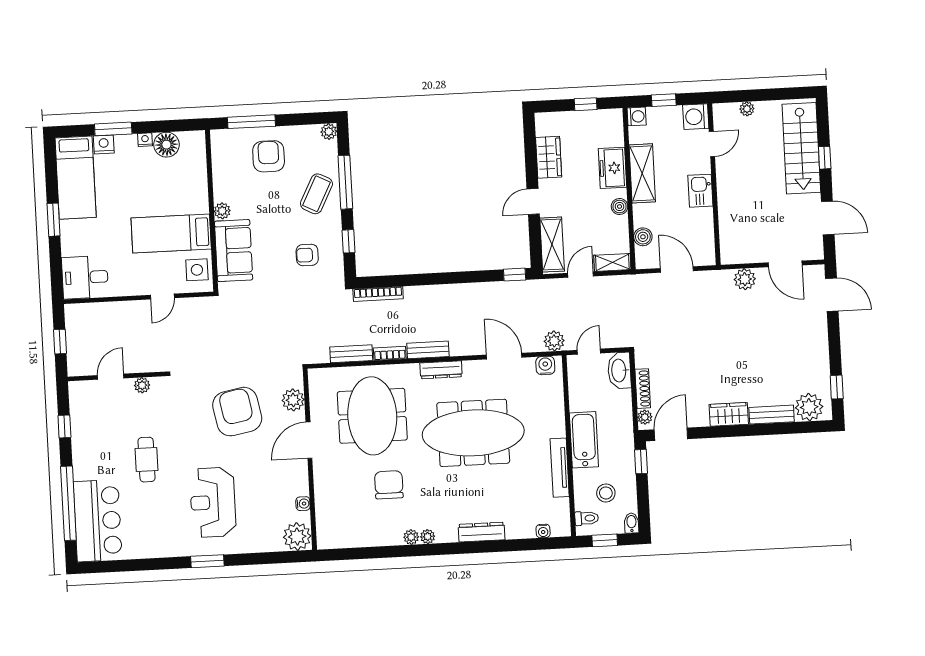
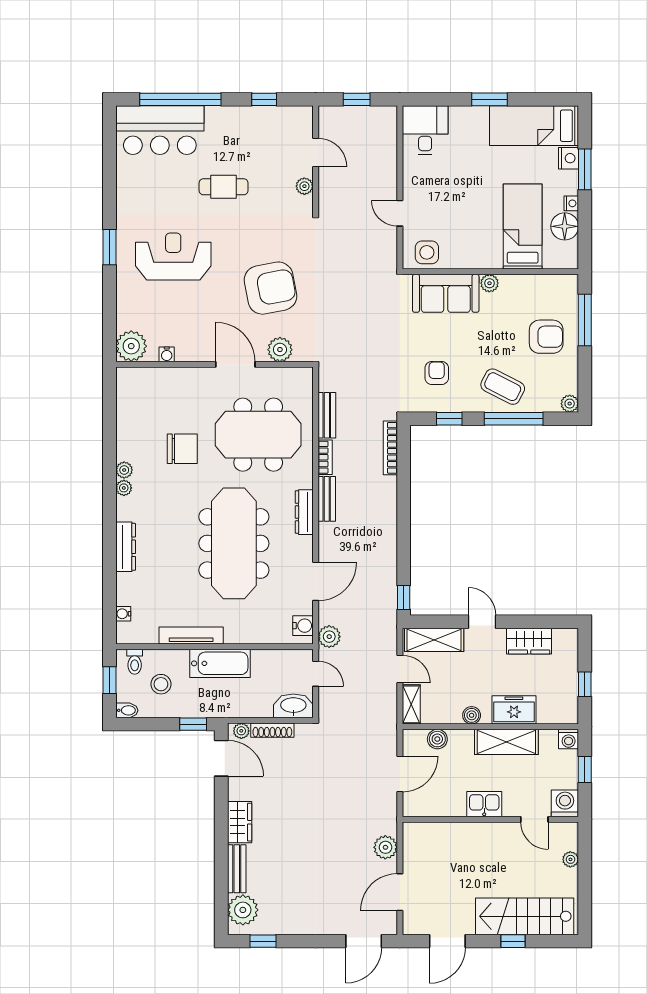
bed: (171, 233) -> (523, 226), moved

